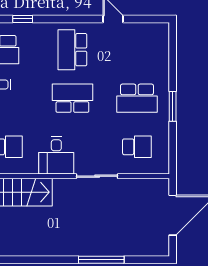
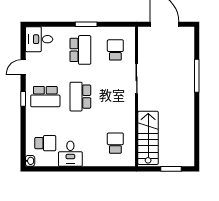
window: (23, 19) -> (23, 99), moved
desk: (56, 155) -> (39, 39), moved, turned 180

